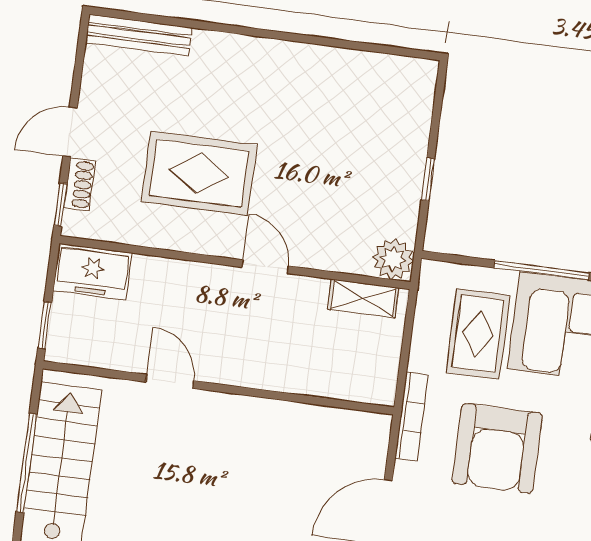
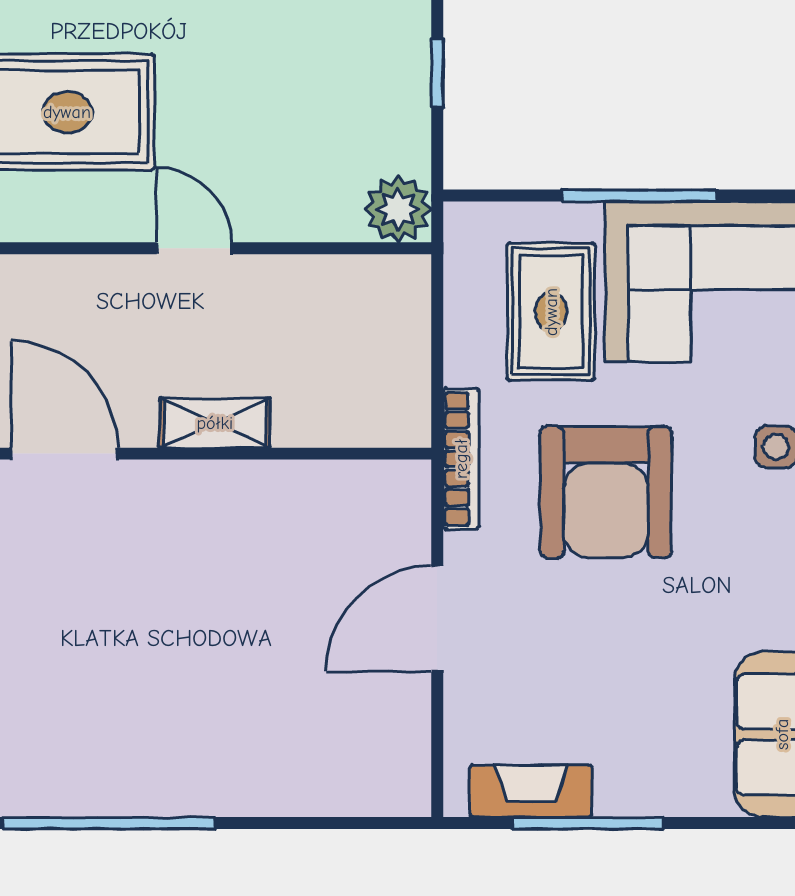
shelving: (363, 299) -> (215, 423), moved
door: (170, 381) -> (65, 454), width x1.38

